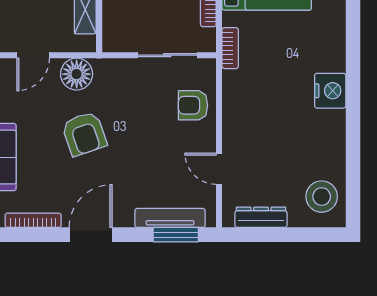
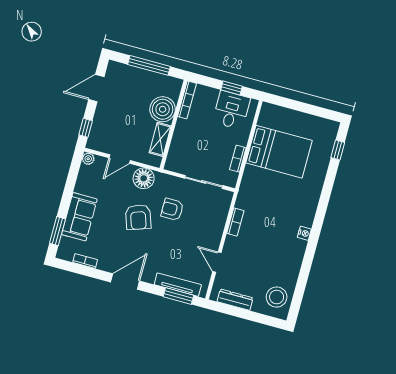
bookcase: (230, 48) -> (235, 222), moved
nightstand: (330, 91) -> (304, 233), width x0.53, depth x0.56
armchair: (193, 105) -> (172, 209), moved
bookcase: (33, 220) -> (85, 261), width x0.64

